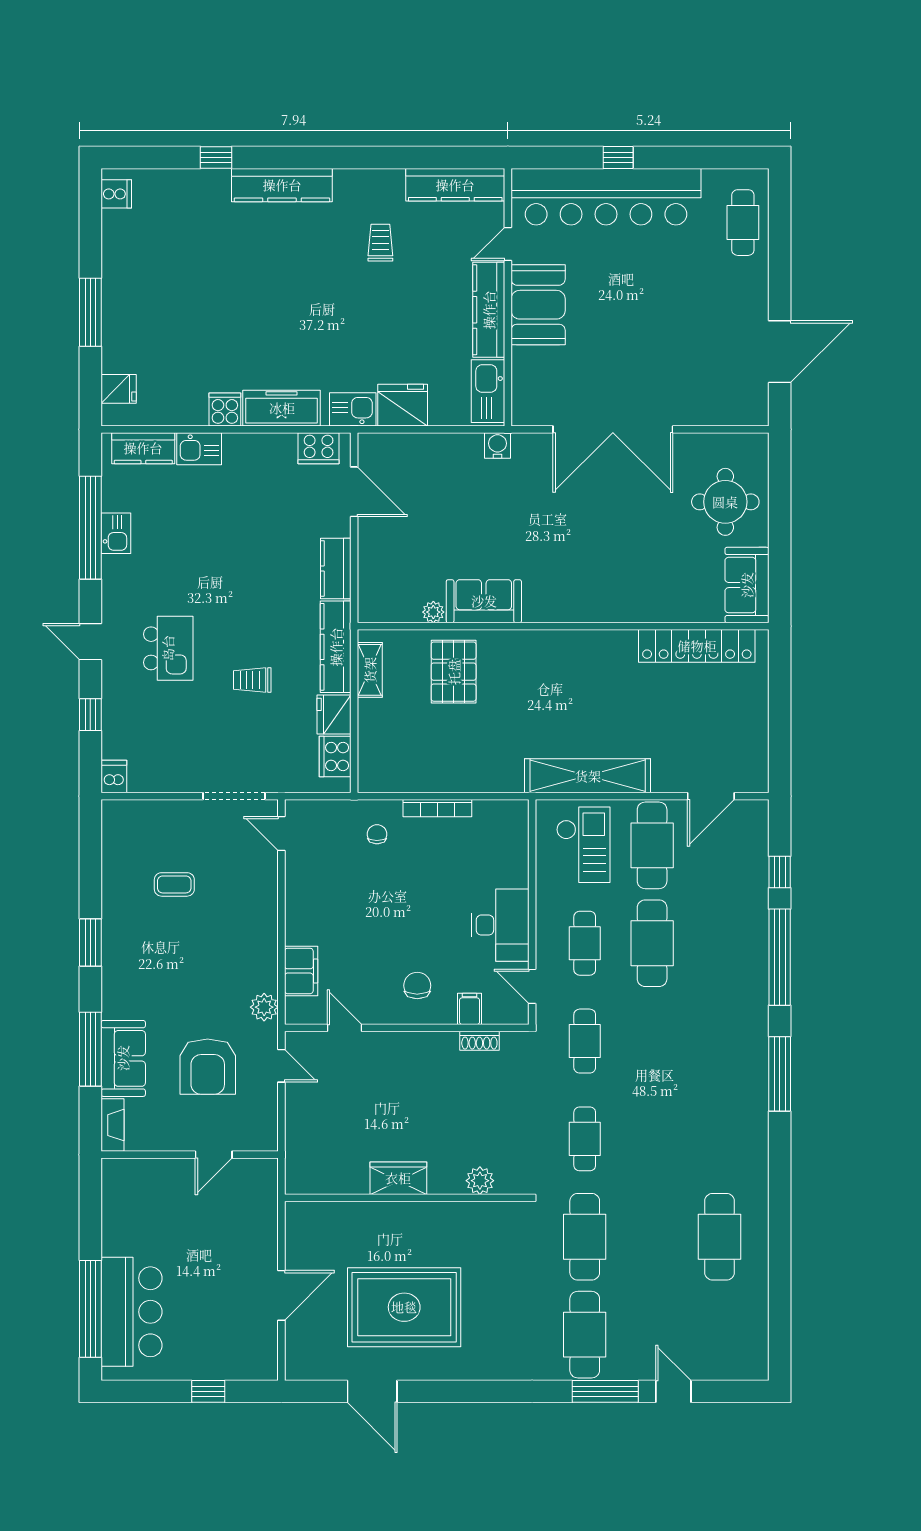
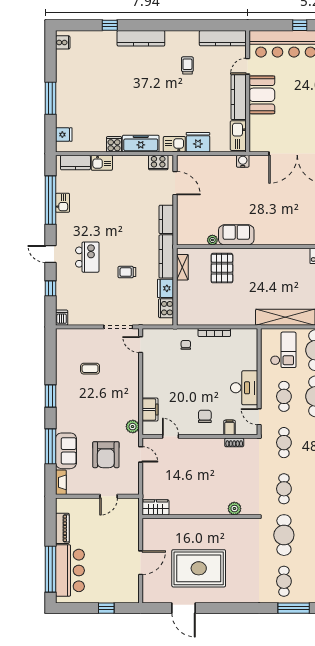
wardrobe: (398, 1178) -> (155, 507), moved
piano: (116, 1223) -> (62, 528), added
cafe table: (585, 1335) -> (284, 581), width x0.73, depth x0.74

